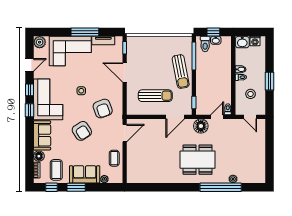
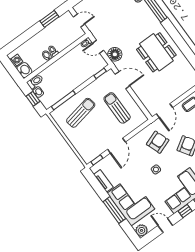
window: (85, 32) -> (114, 210), moved
toilet: (205, 44) -> (35, 81), moved
sun lounger: (181, 72) -> (81, 113), moved
window: (269, 81) -> (49, 19), moved
stool: (251, 94) -> (61, 34), removed
door: (250, 117) -> (79, 20), hinge flipped
door: (125, 133) -> (164, 111), swing flipped
dining table: (198, 160) -> (156, 52), moved

